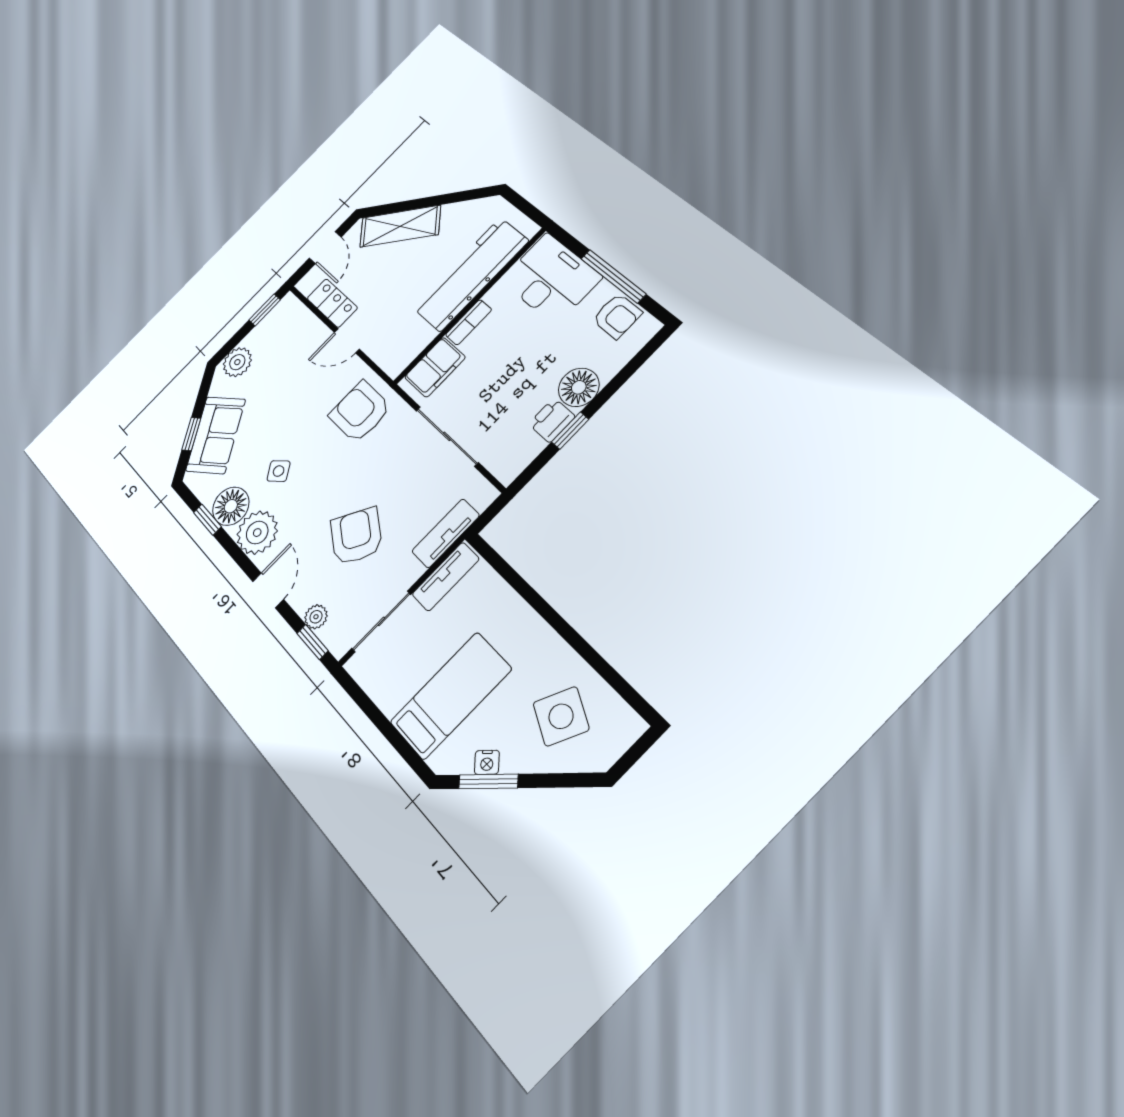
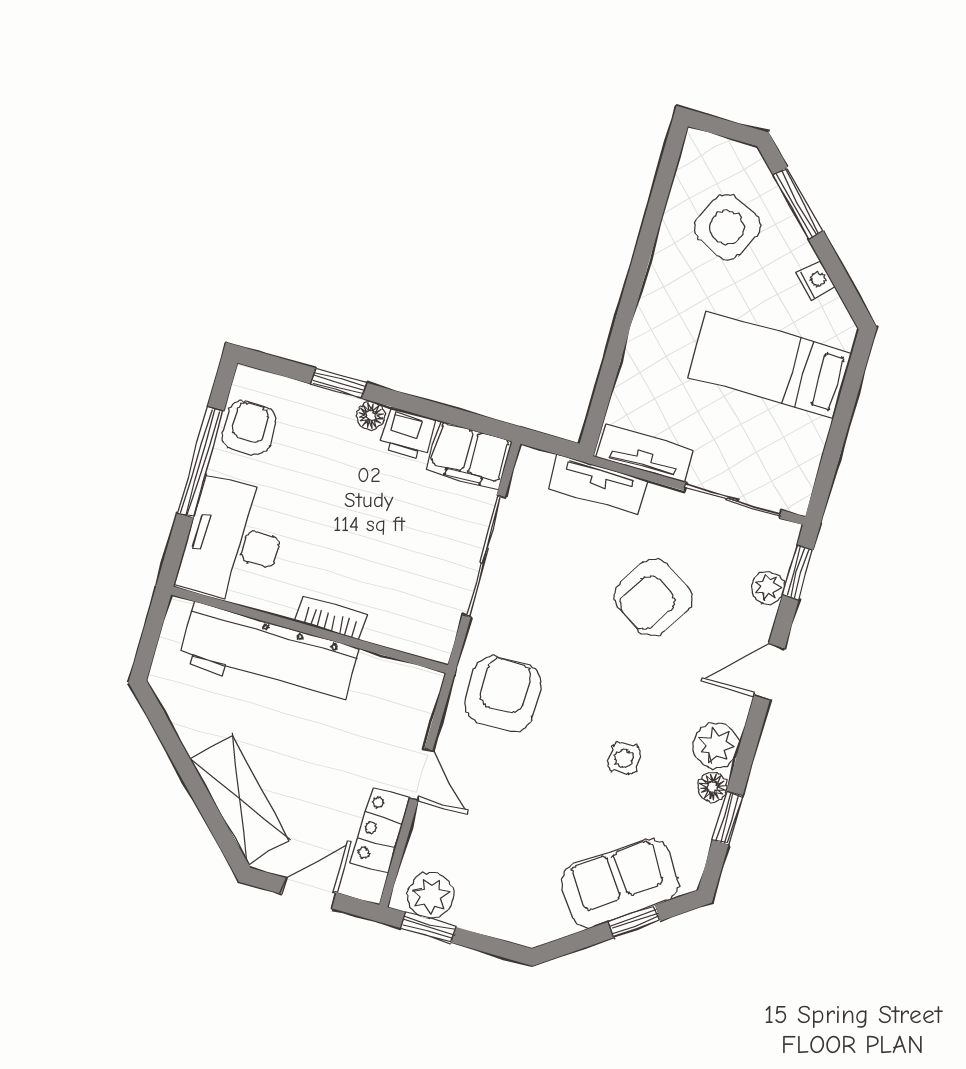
plant: (237, 362) -> (431, 896), moved
filing cabinet: (435, 367) -> (469, 455), moved, turned 180
floor lamp: (579, 387) -> (371, 416), width x0.53, depth x0.53
armchair: (360, 412) -> (503, 694), turned 180
window: (570, 431) -> (339, 383), moved
side table: (279, 471) -> (624, 758), turned 38
floor lamp: (231, 506) -> (713, 787), width x0.53, depth x0.53
plant: (257, 533) -> (716, 746), width x0.73, depth x0.73
window: (488, 781) -> (798, 203), moved

